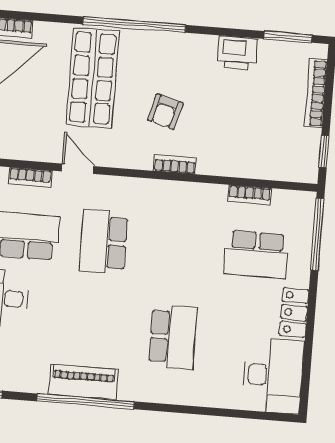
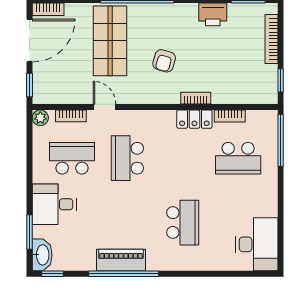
bookcase: (175, 164) -> (196, 98), moved
locker: (294, 312) -> (194, 119), moved, turned -90

